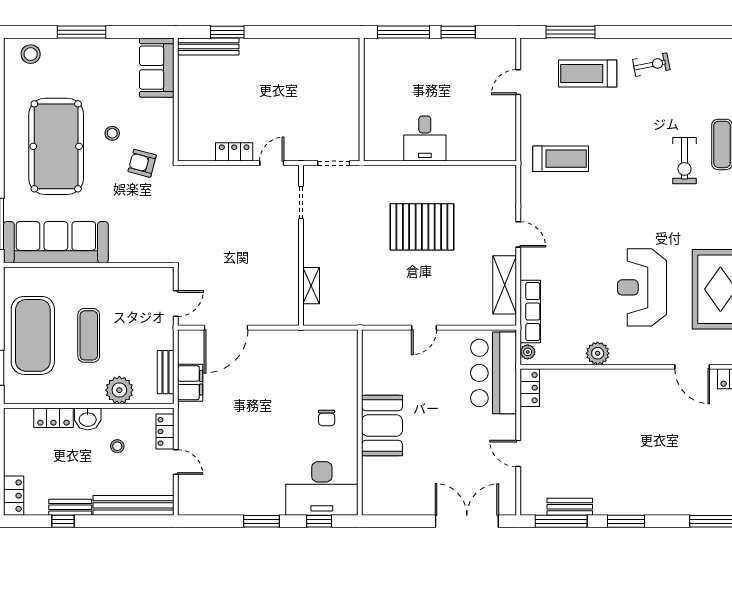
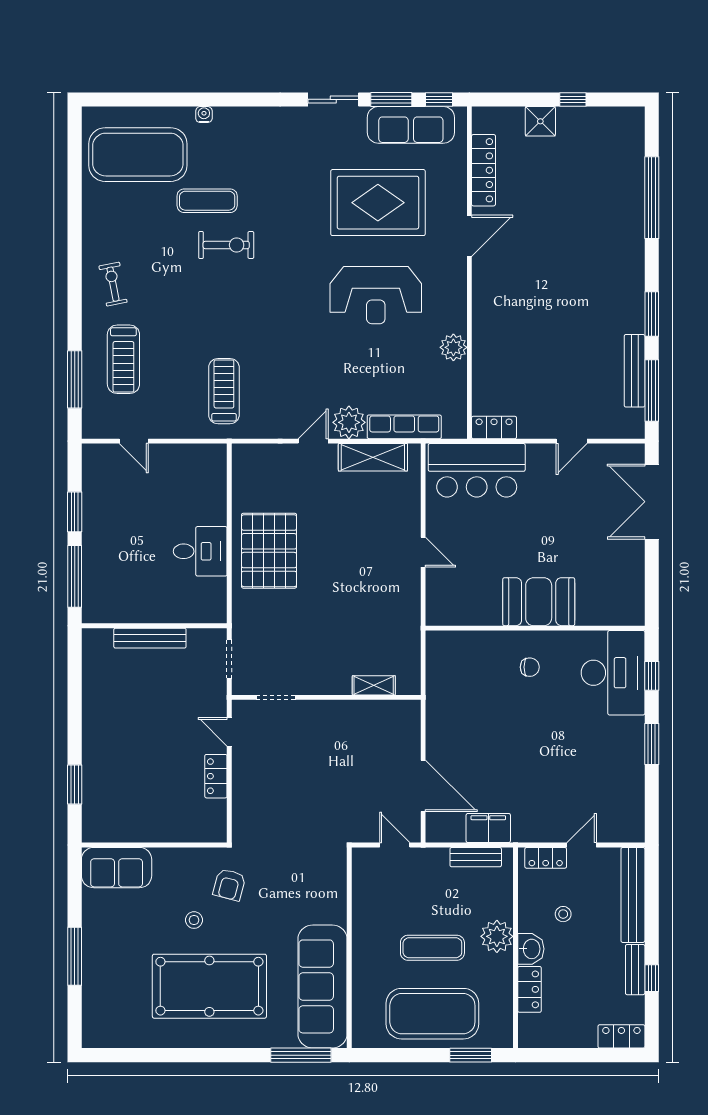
bench: (208, 47) -> (150, 638), moved, turned 90
stool: (31, 54) -> (101, 1016), removed
pallet: (422, 227) -> (269, 551), moved
plant: (528, 352) -> (349, 422), moved, width x1.88, depth x1.88
plant: (119, 390) -> (497, 936), moved
bench: (570, 507) -> (635, 371), width x1.36

